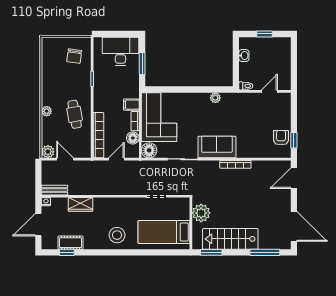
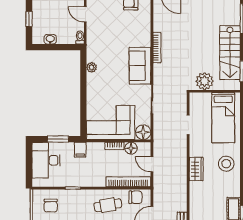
chair: (74, 56) -> (51, 206), turned 82
filing cabinet: (131, 105) -> (80, 150), moved
chair: (83, 142) -> (135, 197), added
wardrobe: (80, 204) -> (196, 169), moved

